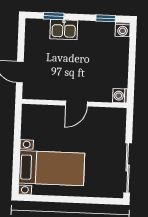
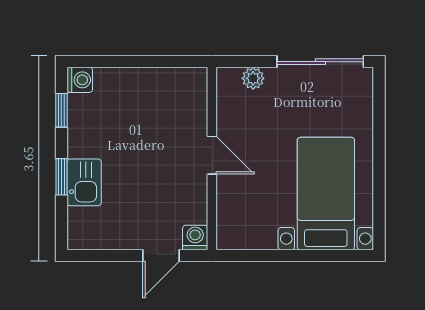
window: (54, 16) -> (61, 177), moved
washing machine: (120, 96) -> (195, 237), moved, turned 180
plant: (120, 129) -> (253, 78), added

